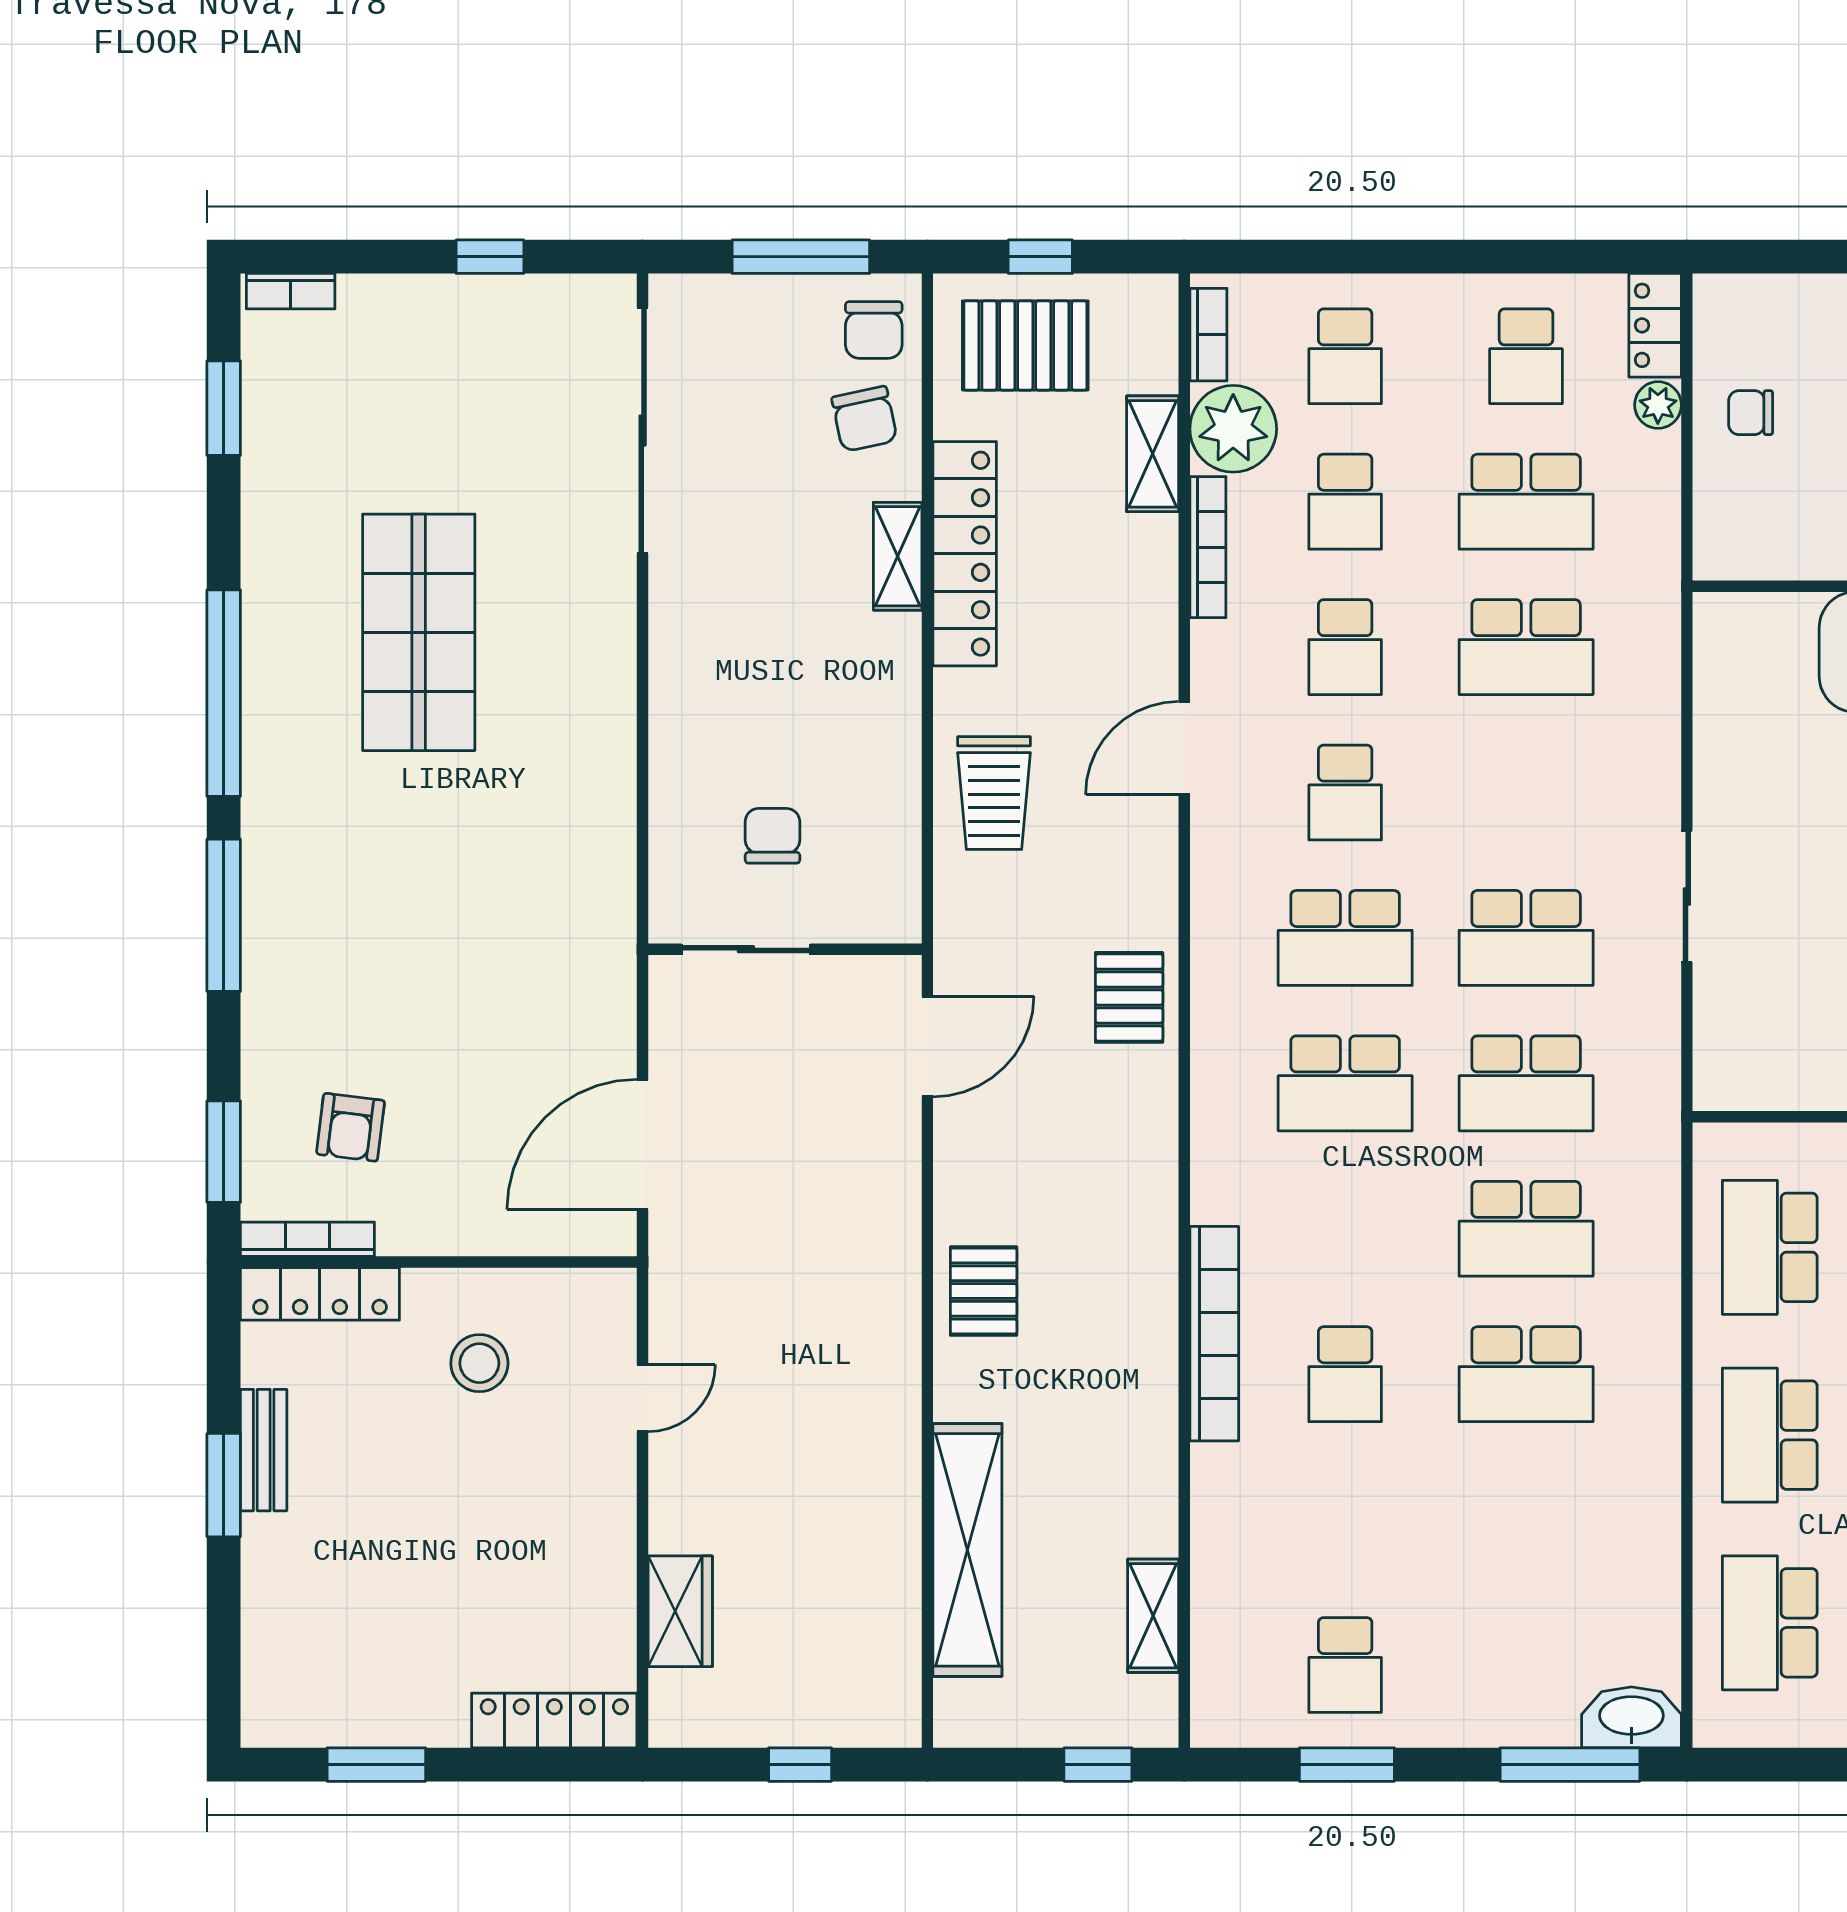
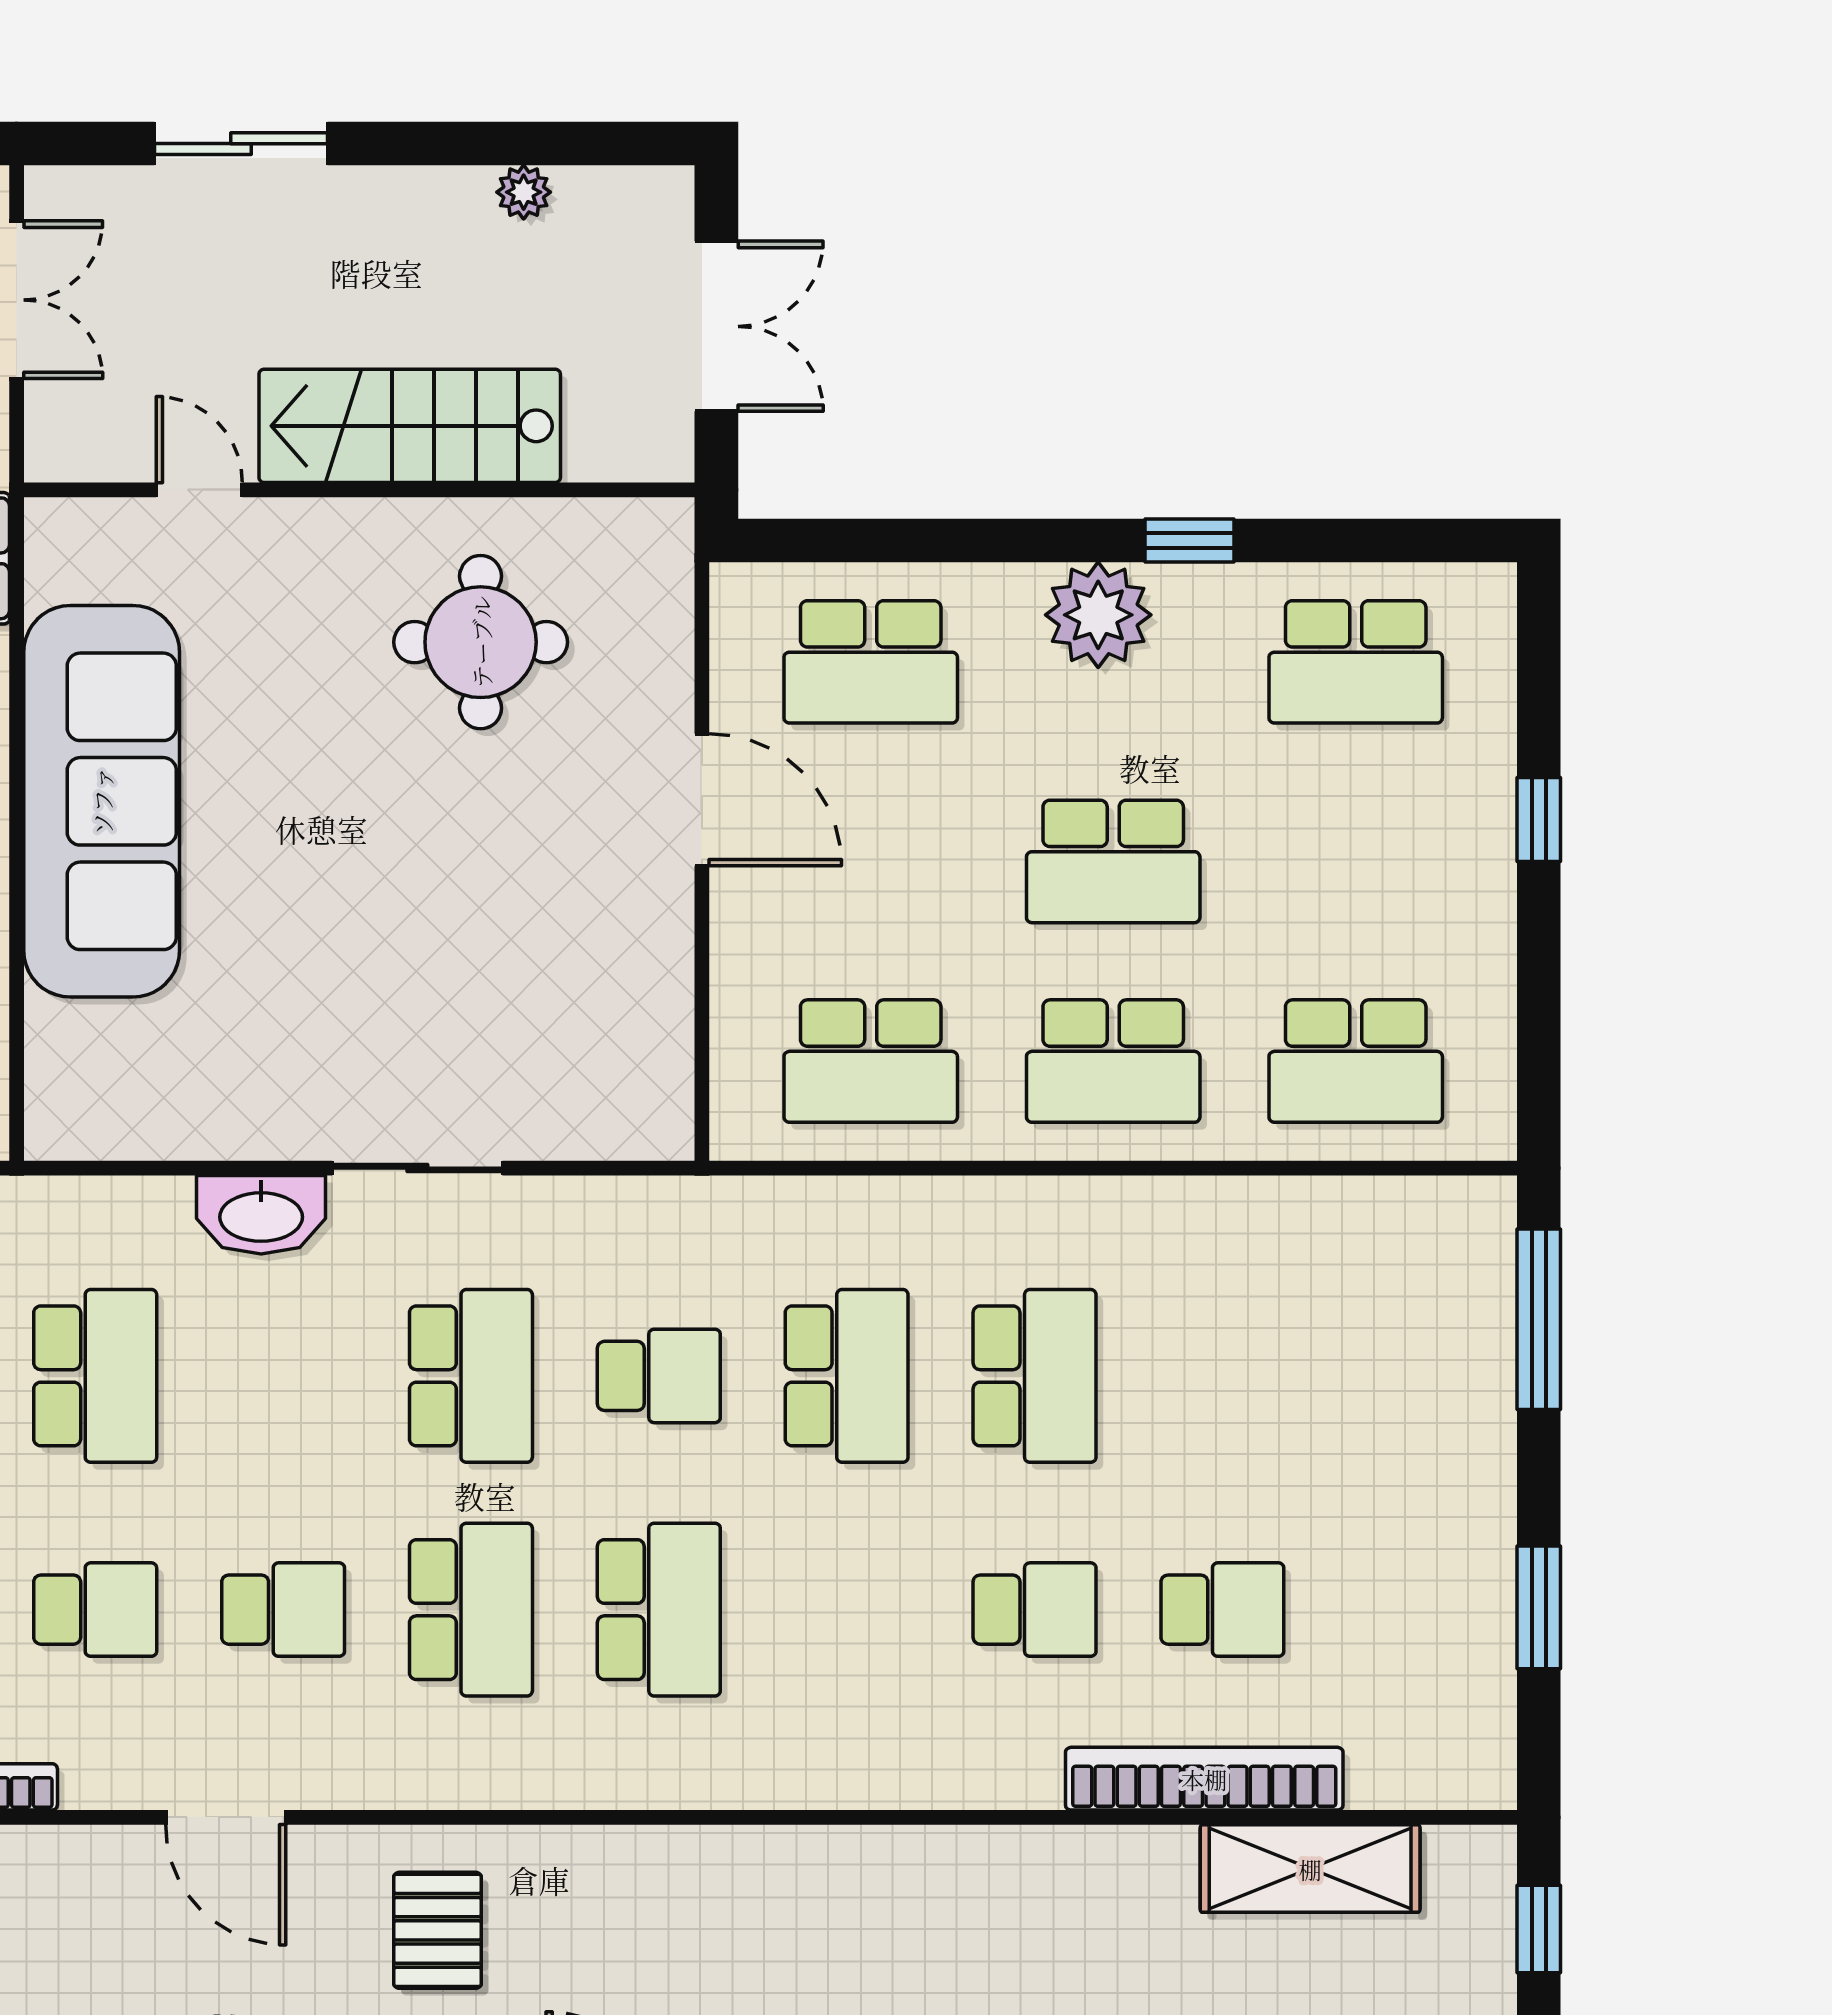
pallet: (1129, 997) -> (438, 1930), moved, turned 90
school desk: (1526, 1083) -> (659, 1376), width x0.54
bookcase: (1214, 1334) -> (1204, 1779), moved
shelving: (1153, 1616) -> (1310, 1869), width x1.50, depth x1.33
school desk: (1345, 1665) -> (1222, 1610), moved
washbasin: (1631, 1717) -> (261, 1215), moved, turned -90

